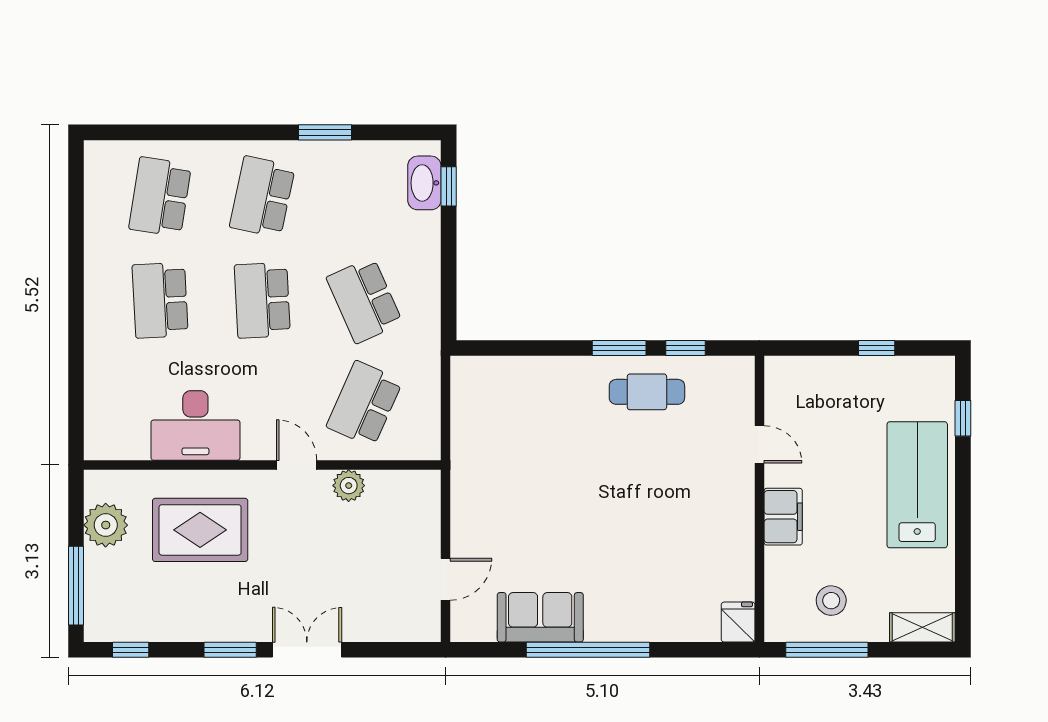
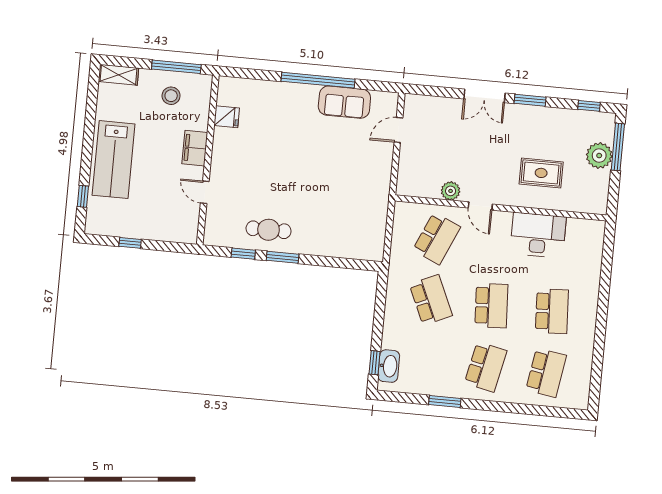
plant: (106, 525) -> (599, 156), moved
rug: (200, 530) -> (541, 173), width x0.73, depth x0.70
fridge: (738, 622) -> (227, 117), moved, turned -90

